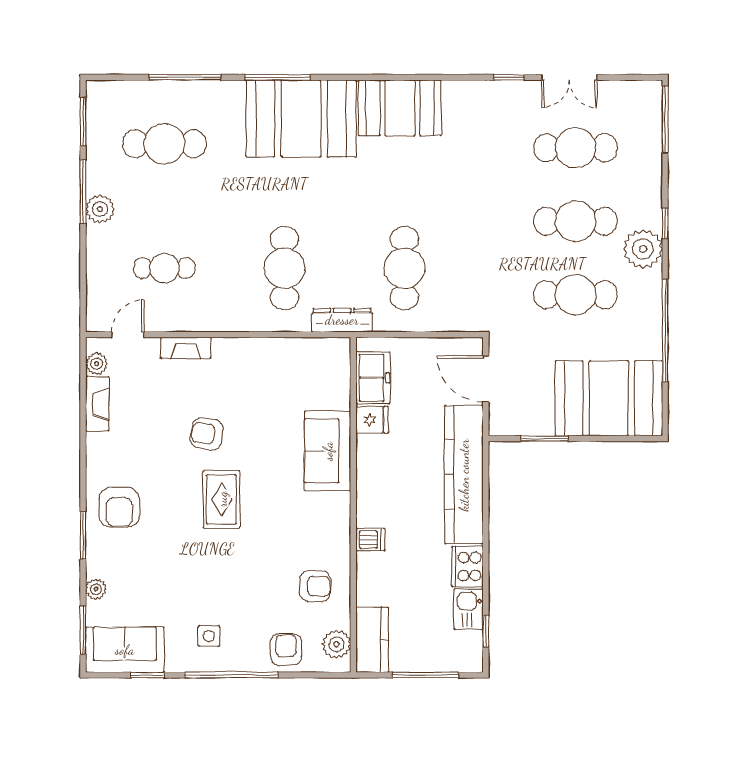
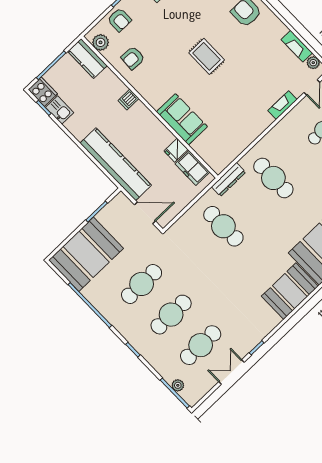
plant: (643, 249) -> (178, 385), moved, width x0.53, depth x0.53
armchair: (207, 434) -> (239, 78), removed
cooker: (468, 567) -> (43, 92), moved

